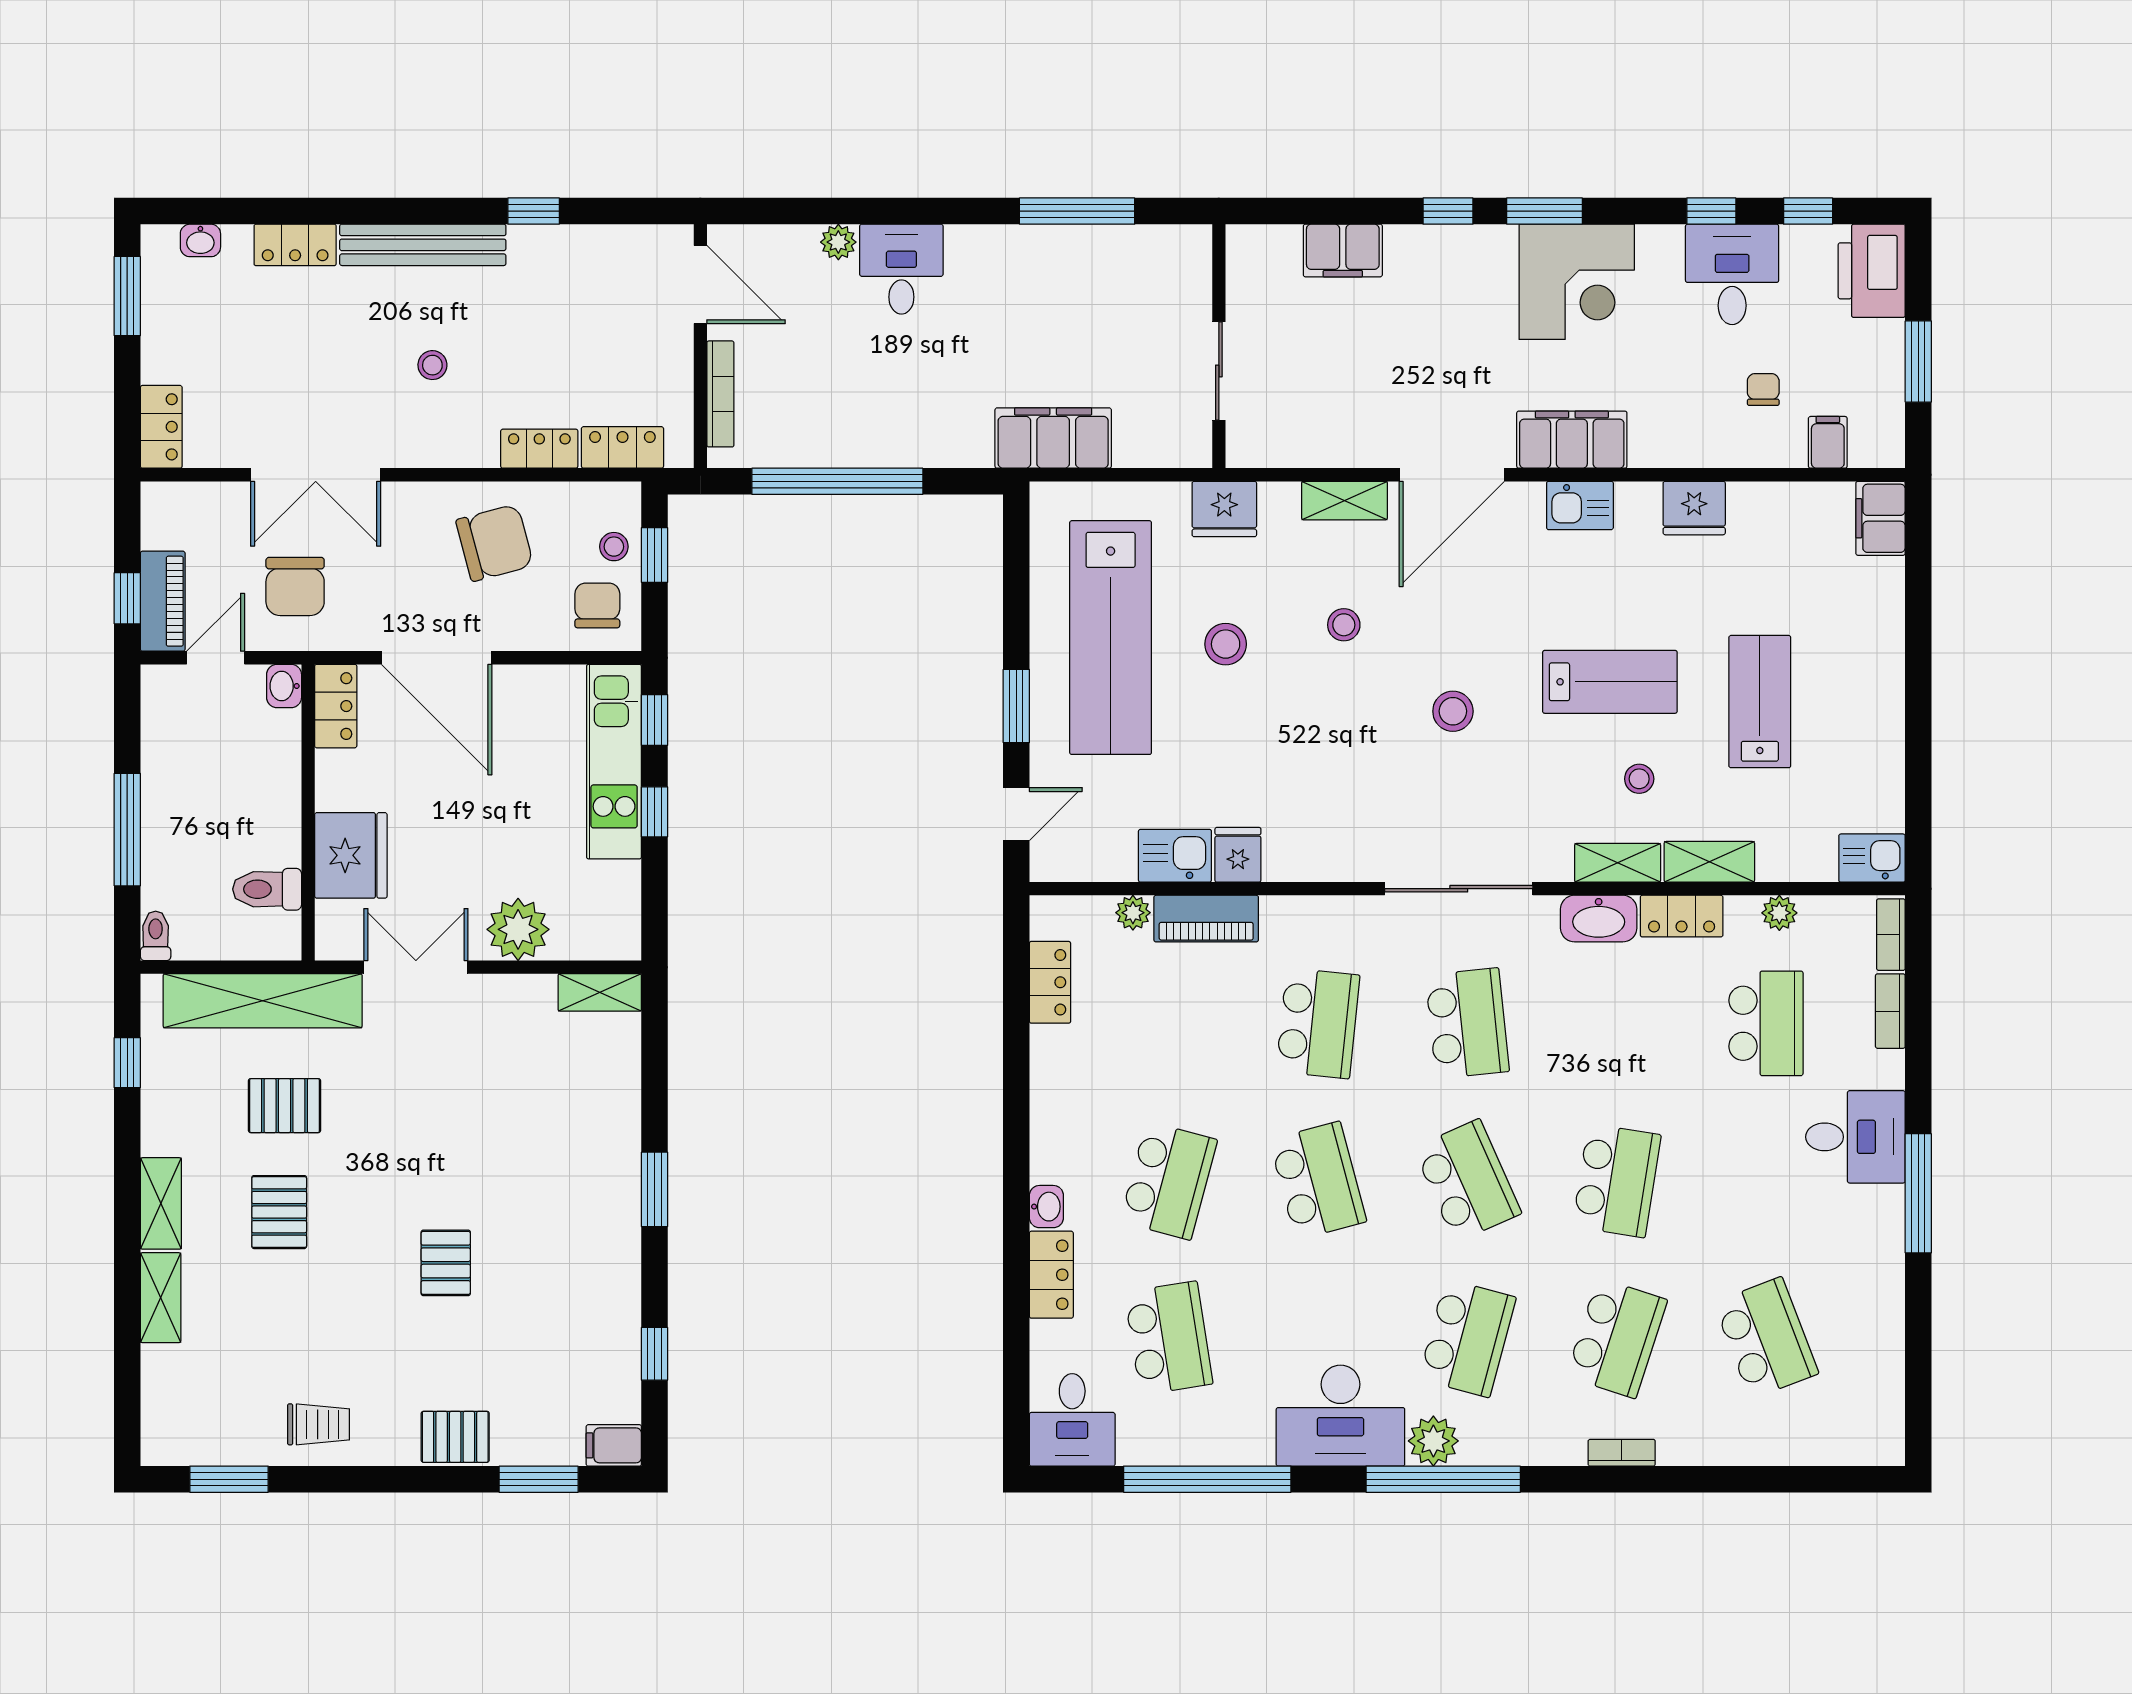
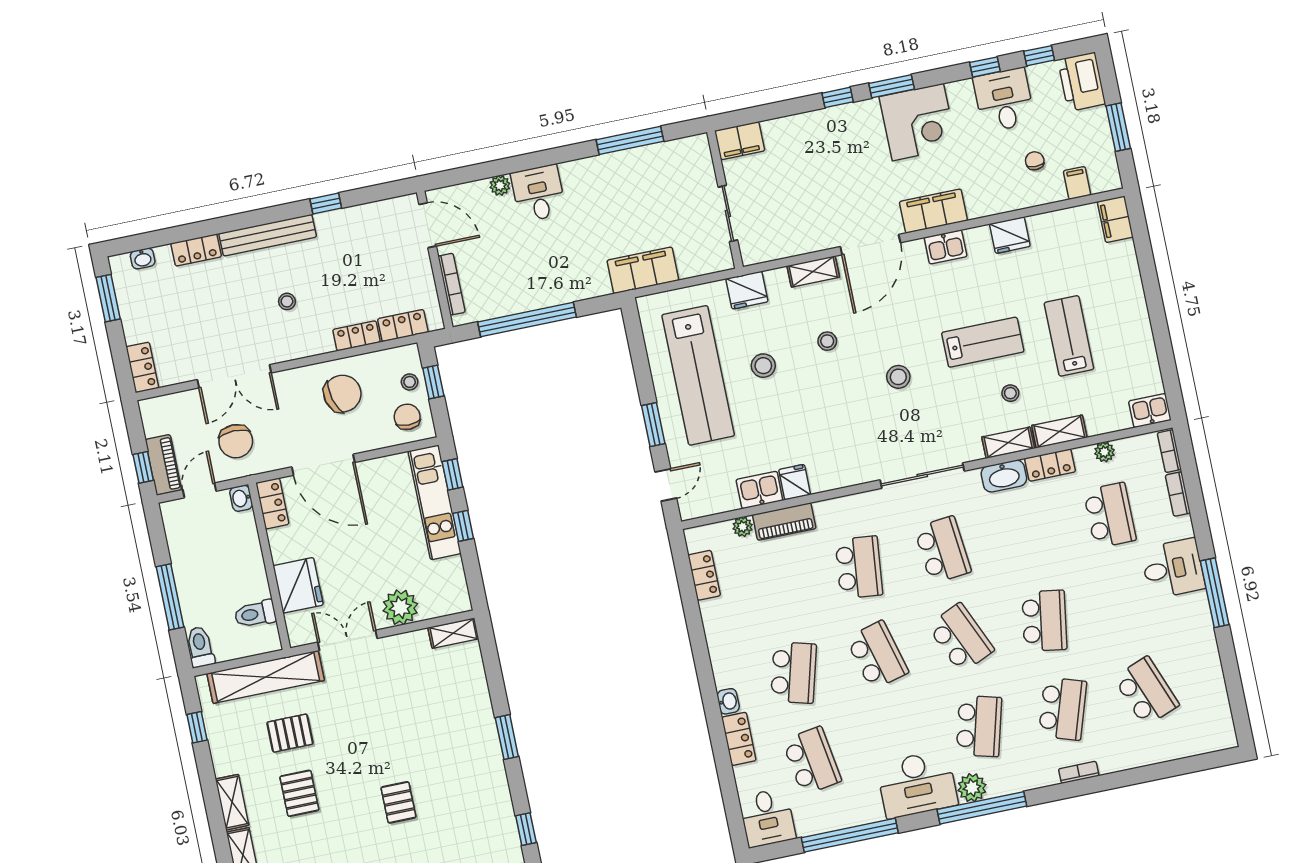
filing cabinet: (1343, 250) -> (740, 141), moved
toilet: (156, 936) -> (200, 647), width x1.37, depth x1.39

